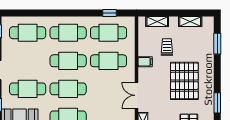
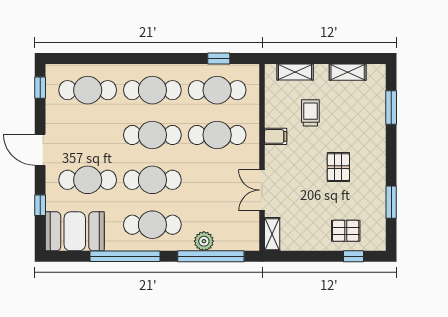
pallet: (184, 81) -> (338, 167), width x0.49, depth x0.50

